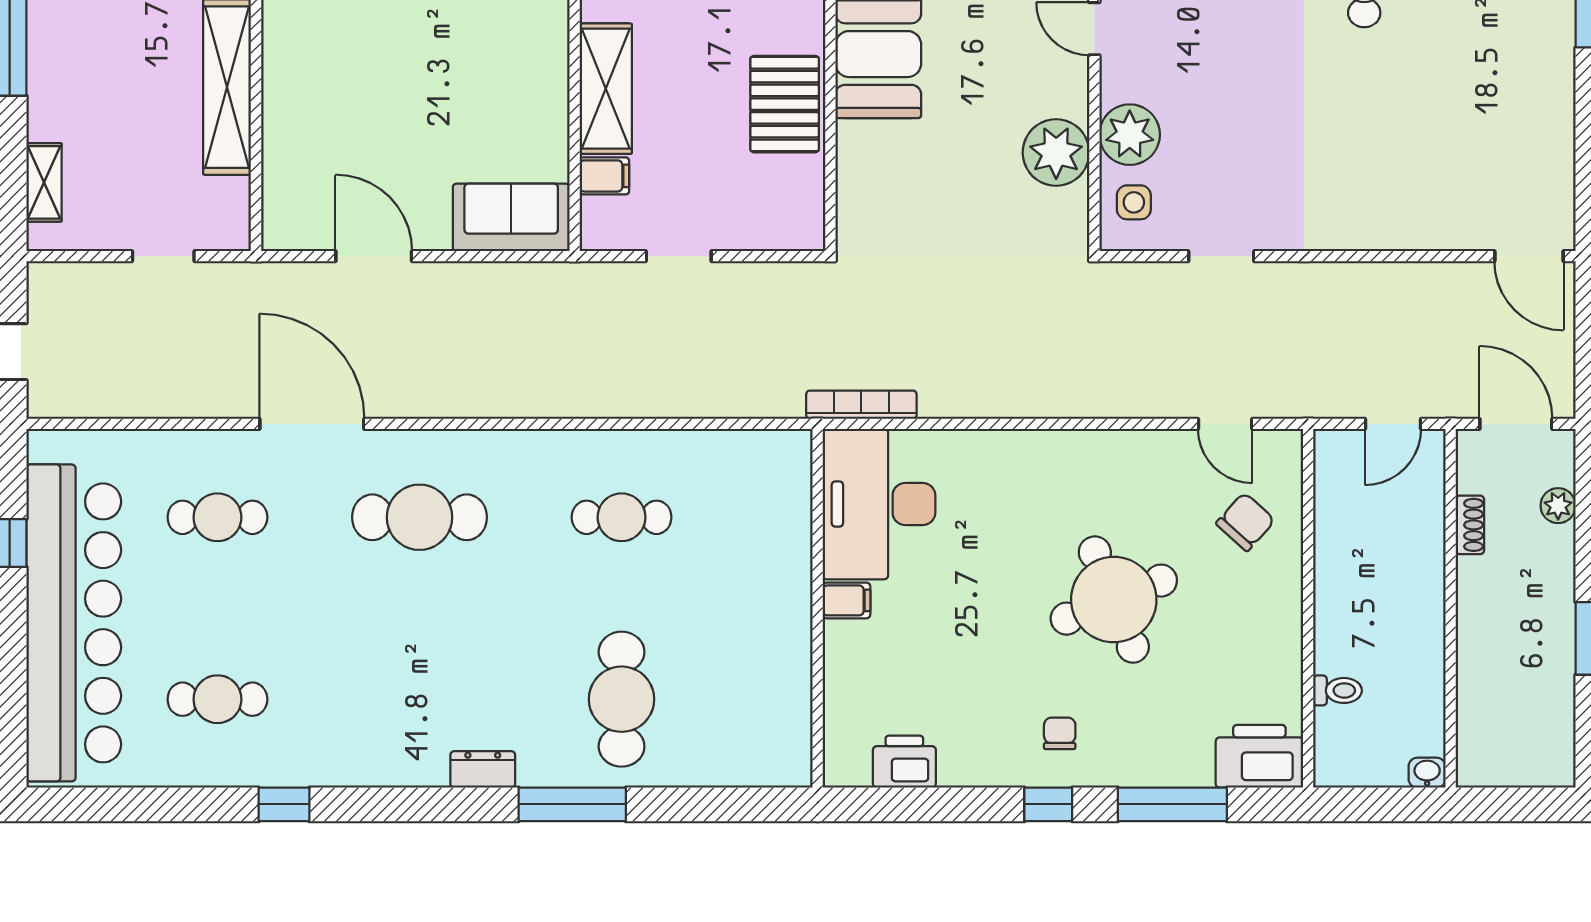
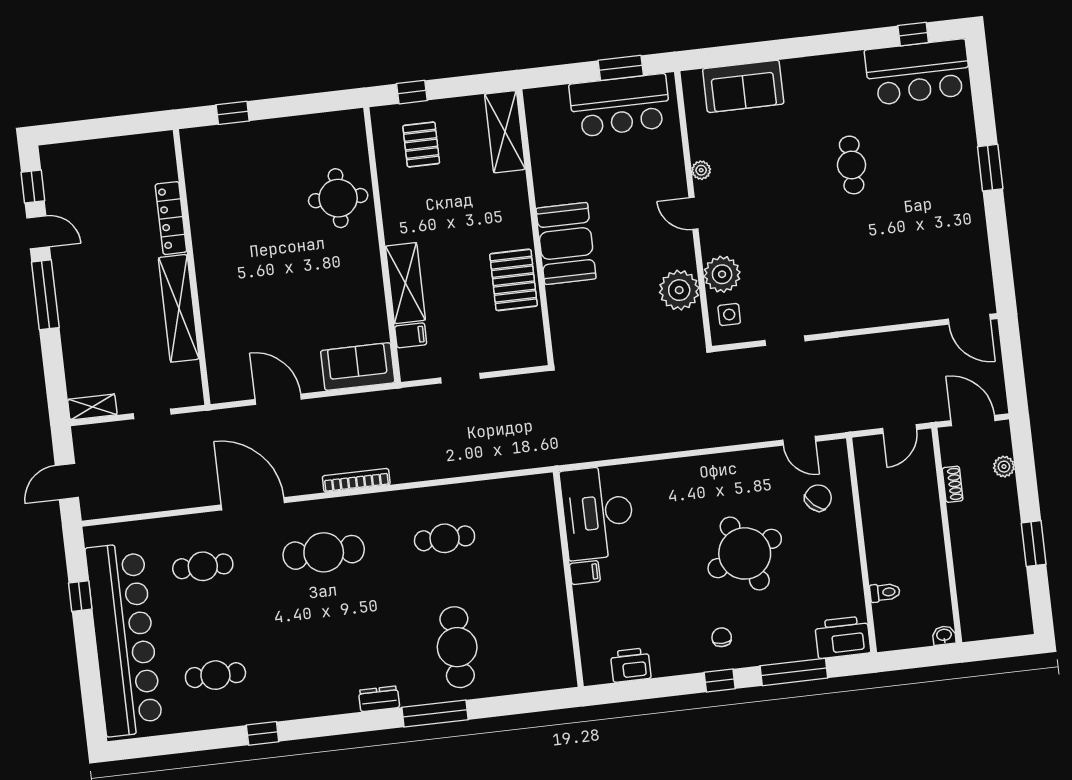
shelving: (44, 182) -> (92, 407), moved, turned 90
bookcase: (861, 405) -> (356, 480), moved

